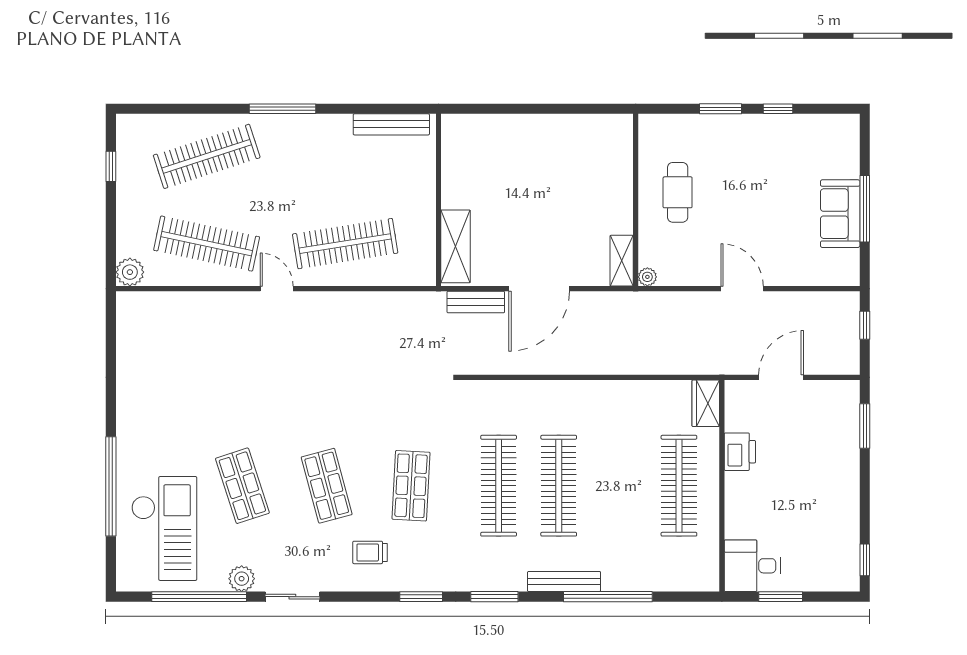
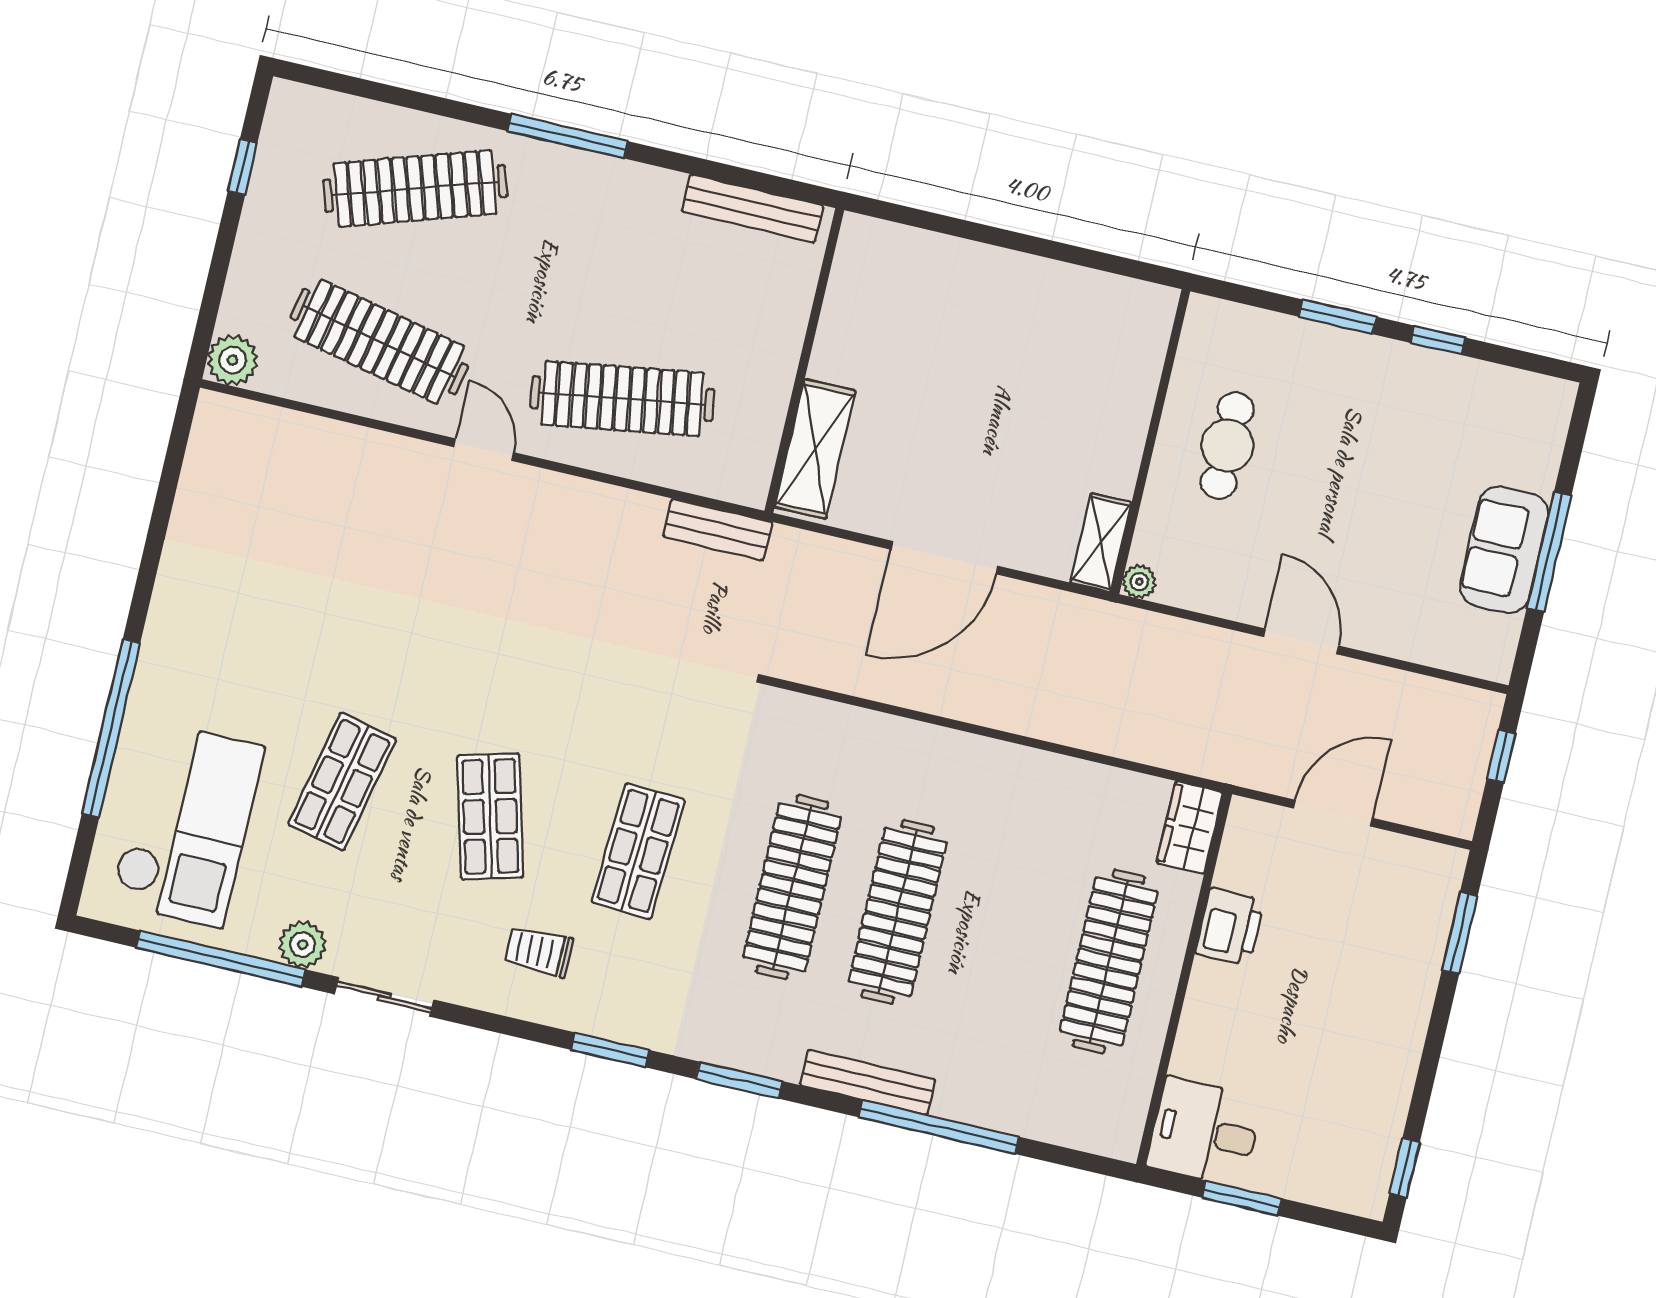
bench: (476, 302) -> (718, 529), moved
shop shelf: (242, 486) -> (342, 782), turned 30

